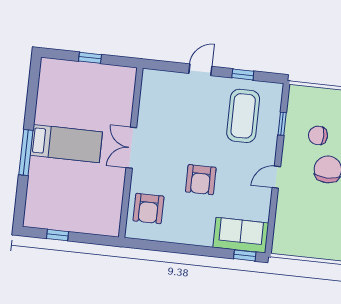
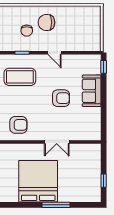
bed: (66, 144) -> (38, 181), width x2.04
double door: (131, 148) -> (57, 142), moved
armchair: (148, 208) -> (18, 125), moved
sofa: (241, 235) -> (92, 91), moved

